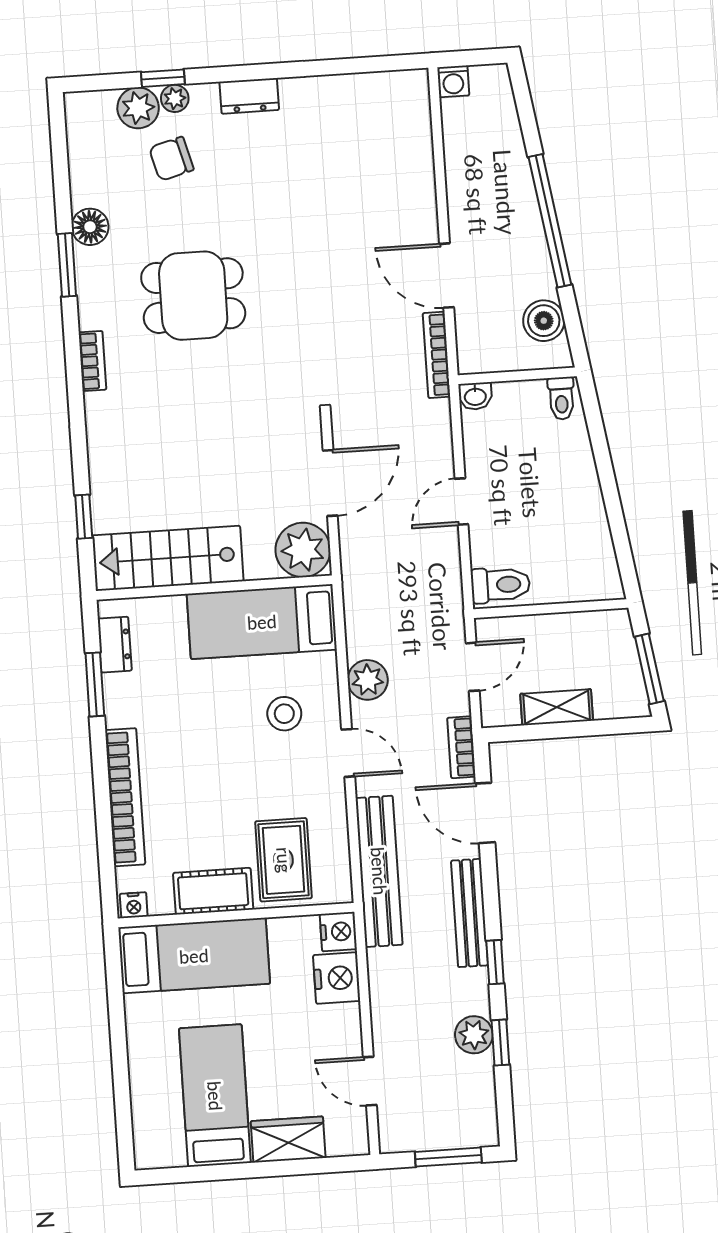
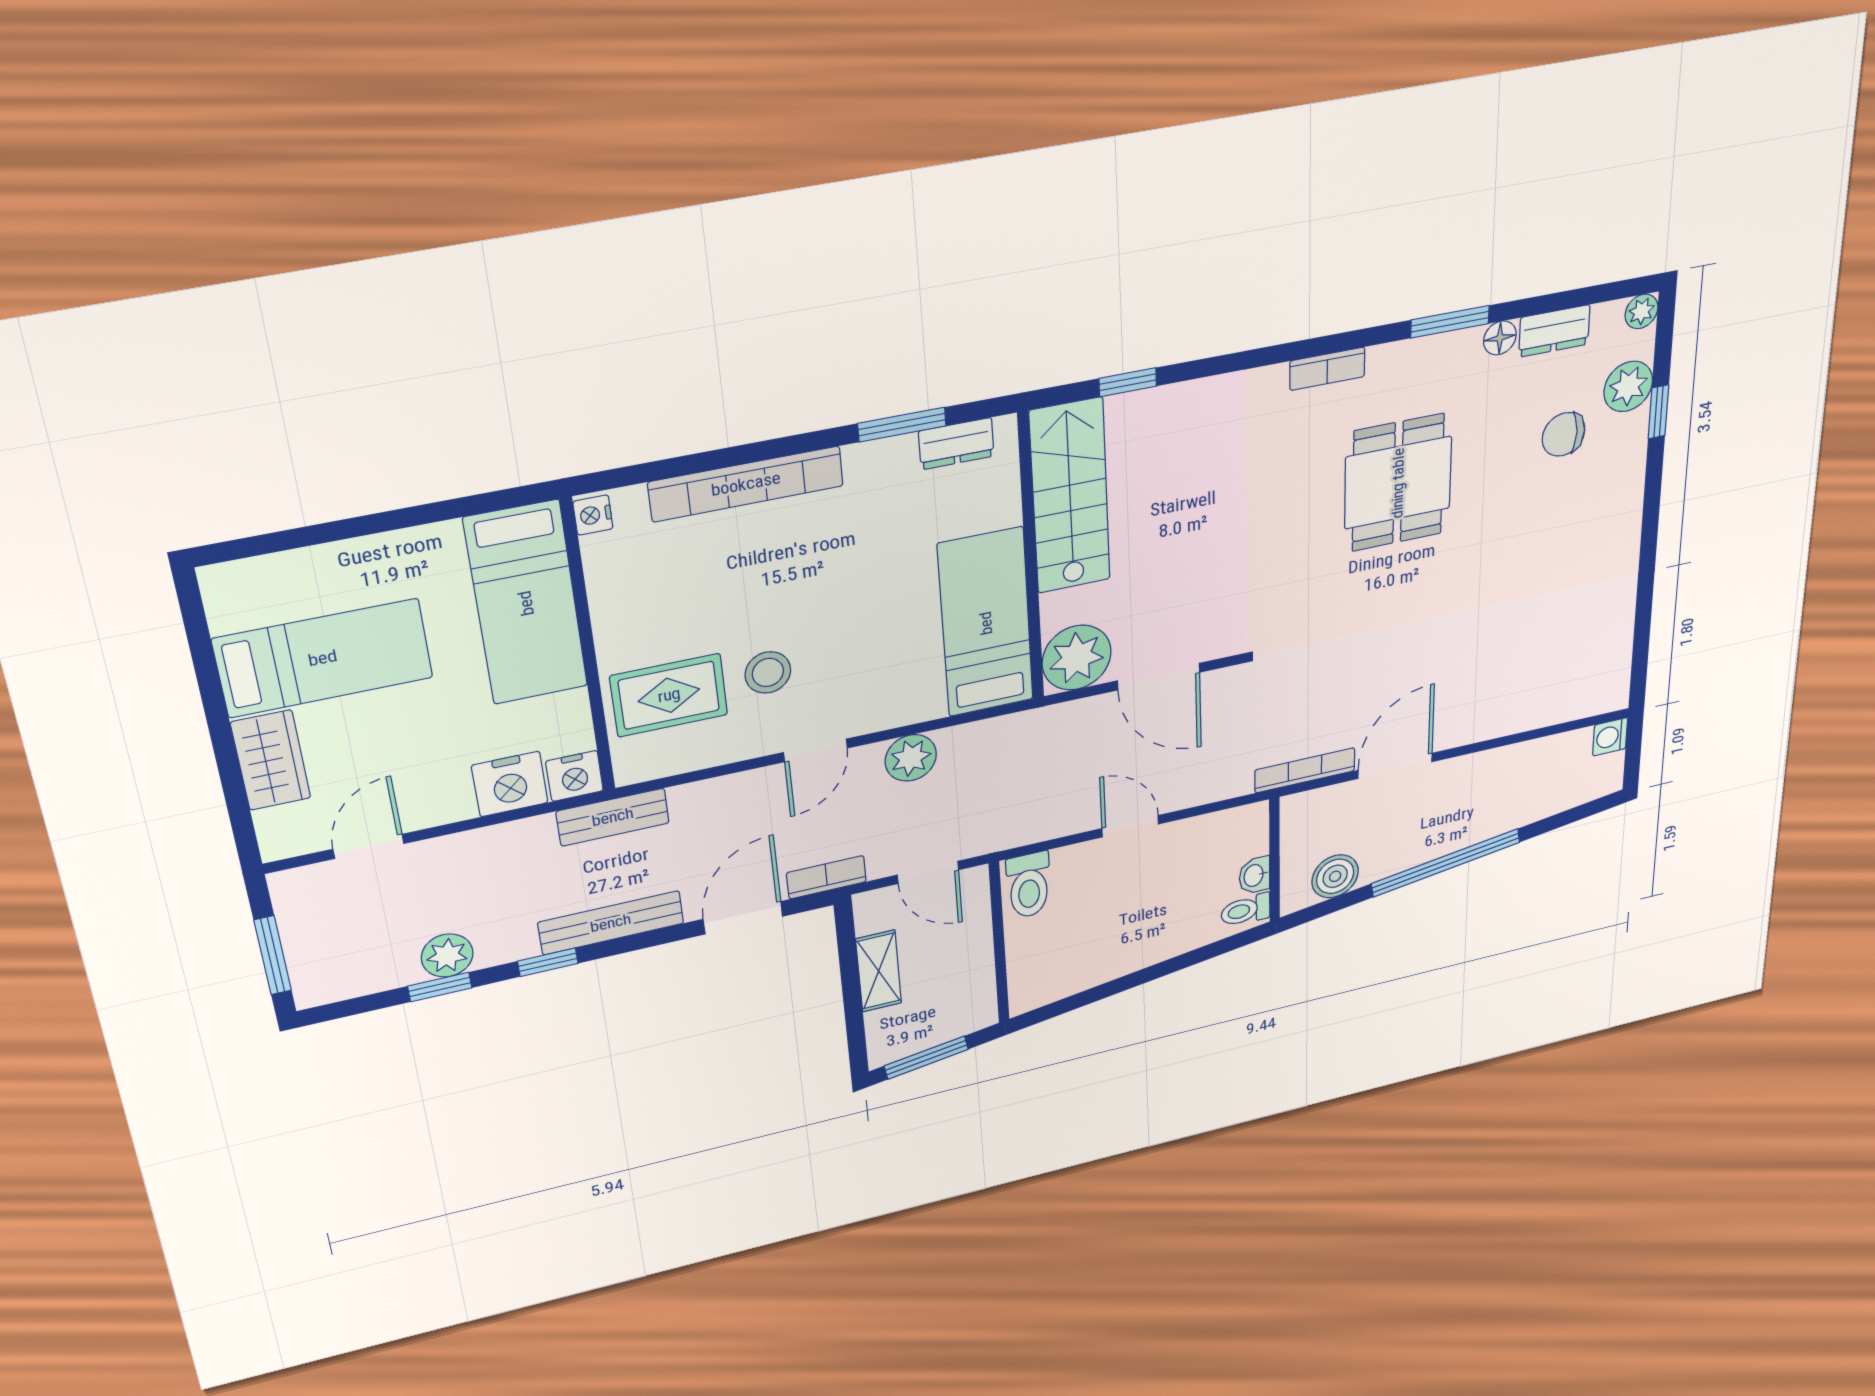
dresser: (249, 96) -> (1554, 331), moved, turned -90
plant: (175, 98) -> (1642, 311), moved
chair: (171, 159) -> (1564, 434), turned -75
floor lamp: (90, 227) -> (1500, 338), width x0.73, depth x0.73
washbasin: (475, 396) -> (1254, 875), moved
stool: (284, 714) -> (768, 672), moved
bench: (379, 871) -> (613, 817), width x0.54, depth x0.82
cot: (213, 891) -> (620, 615), removed

